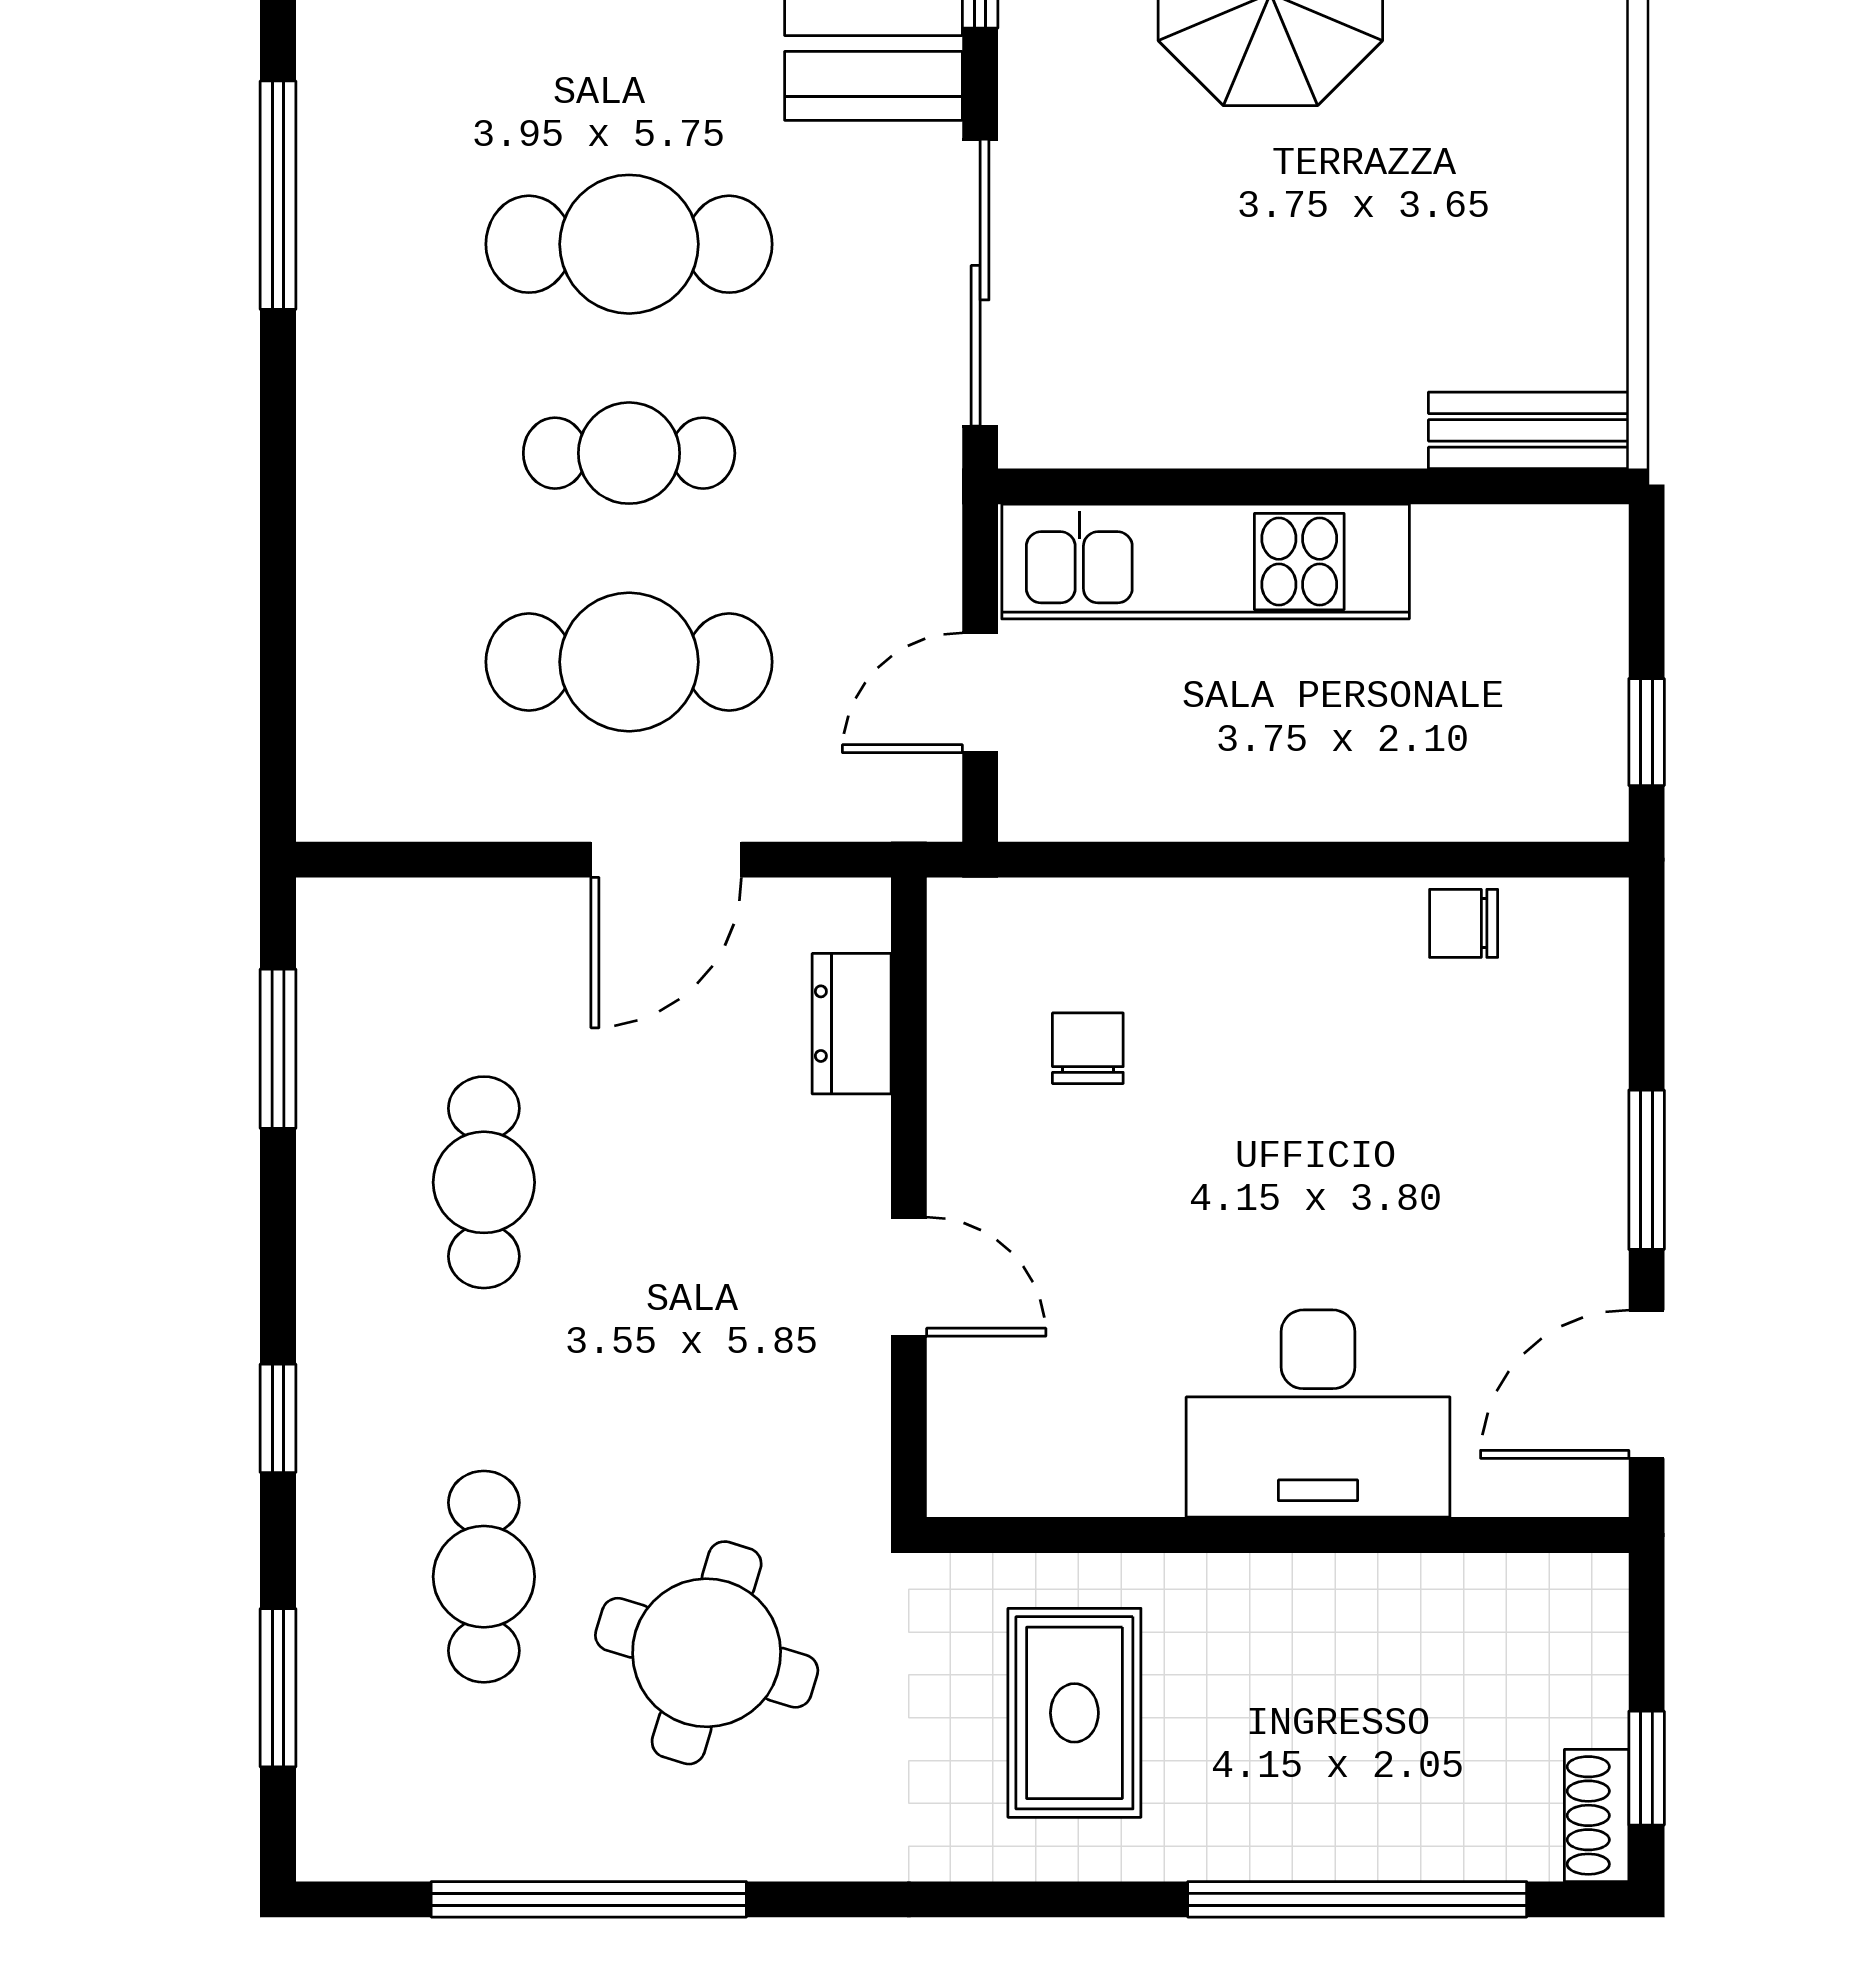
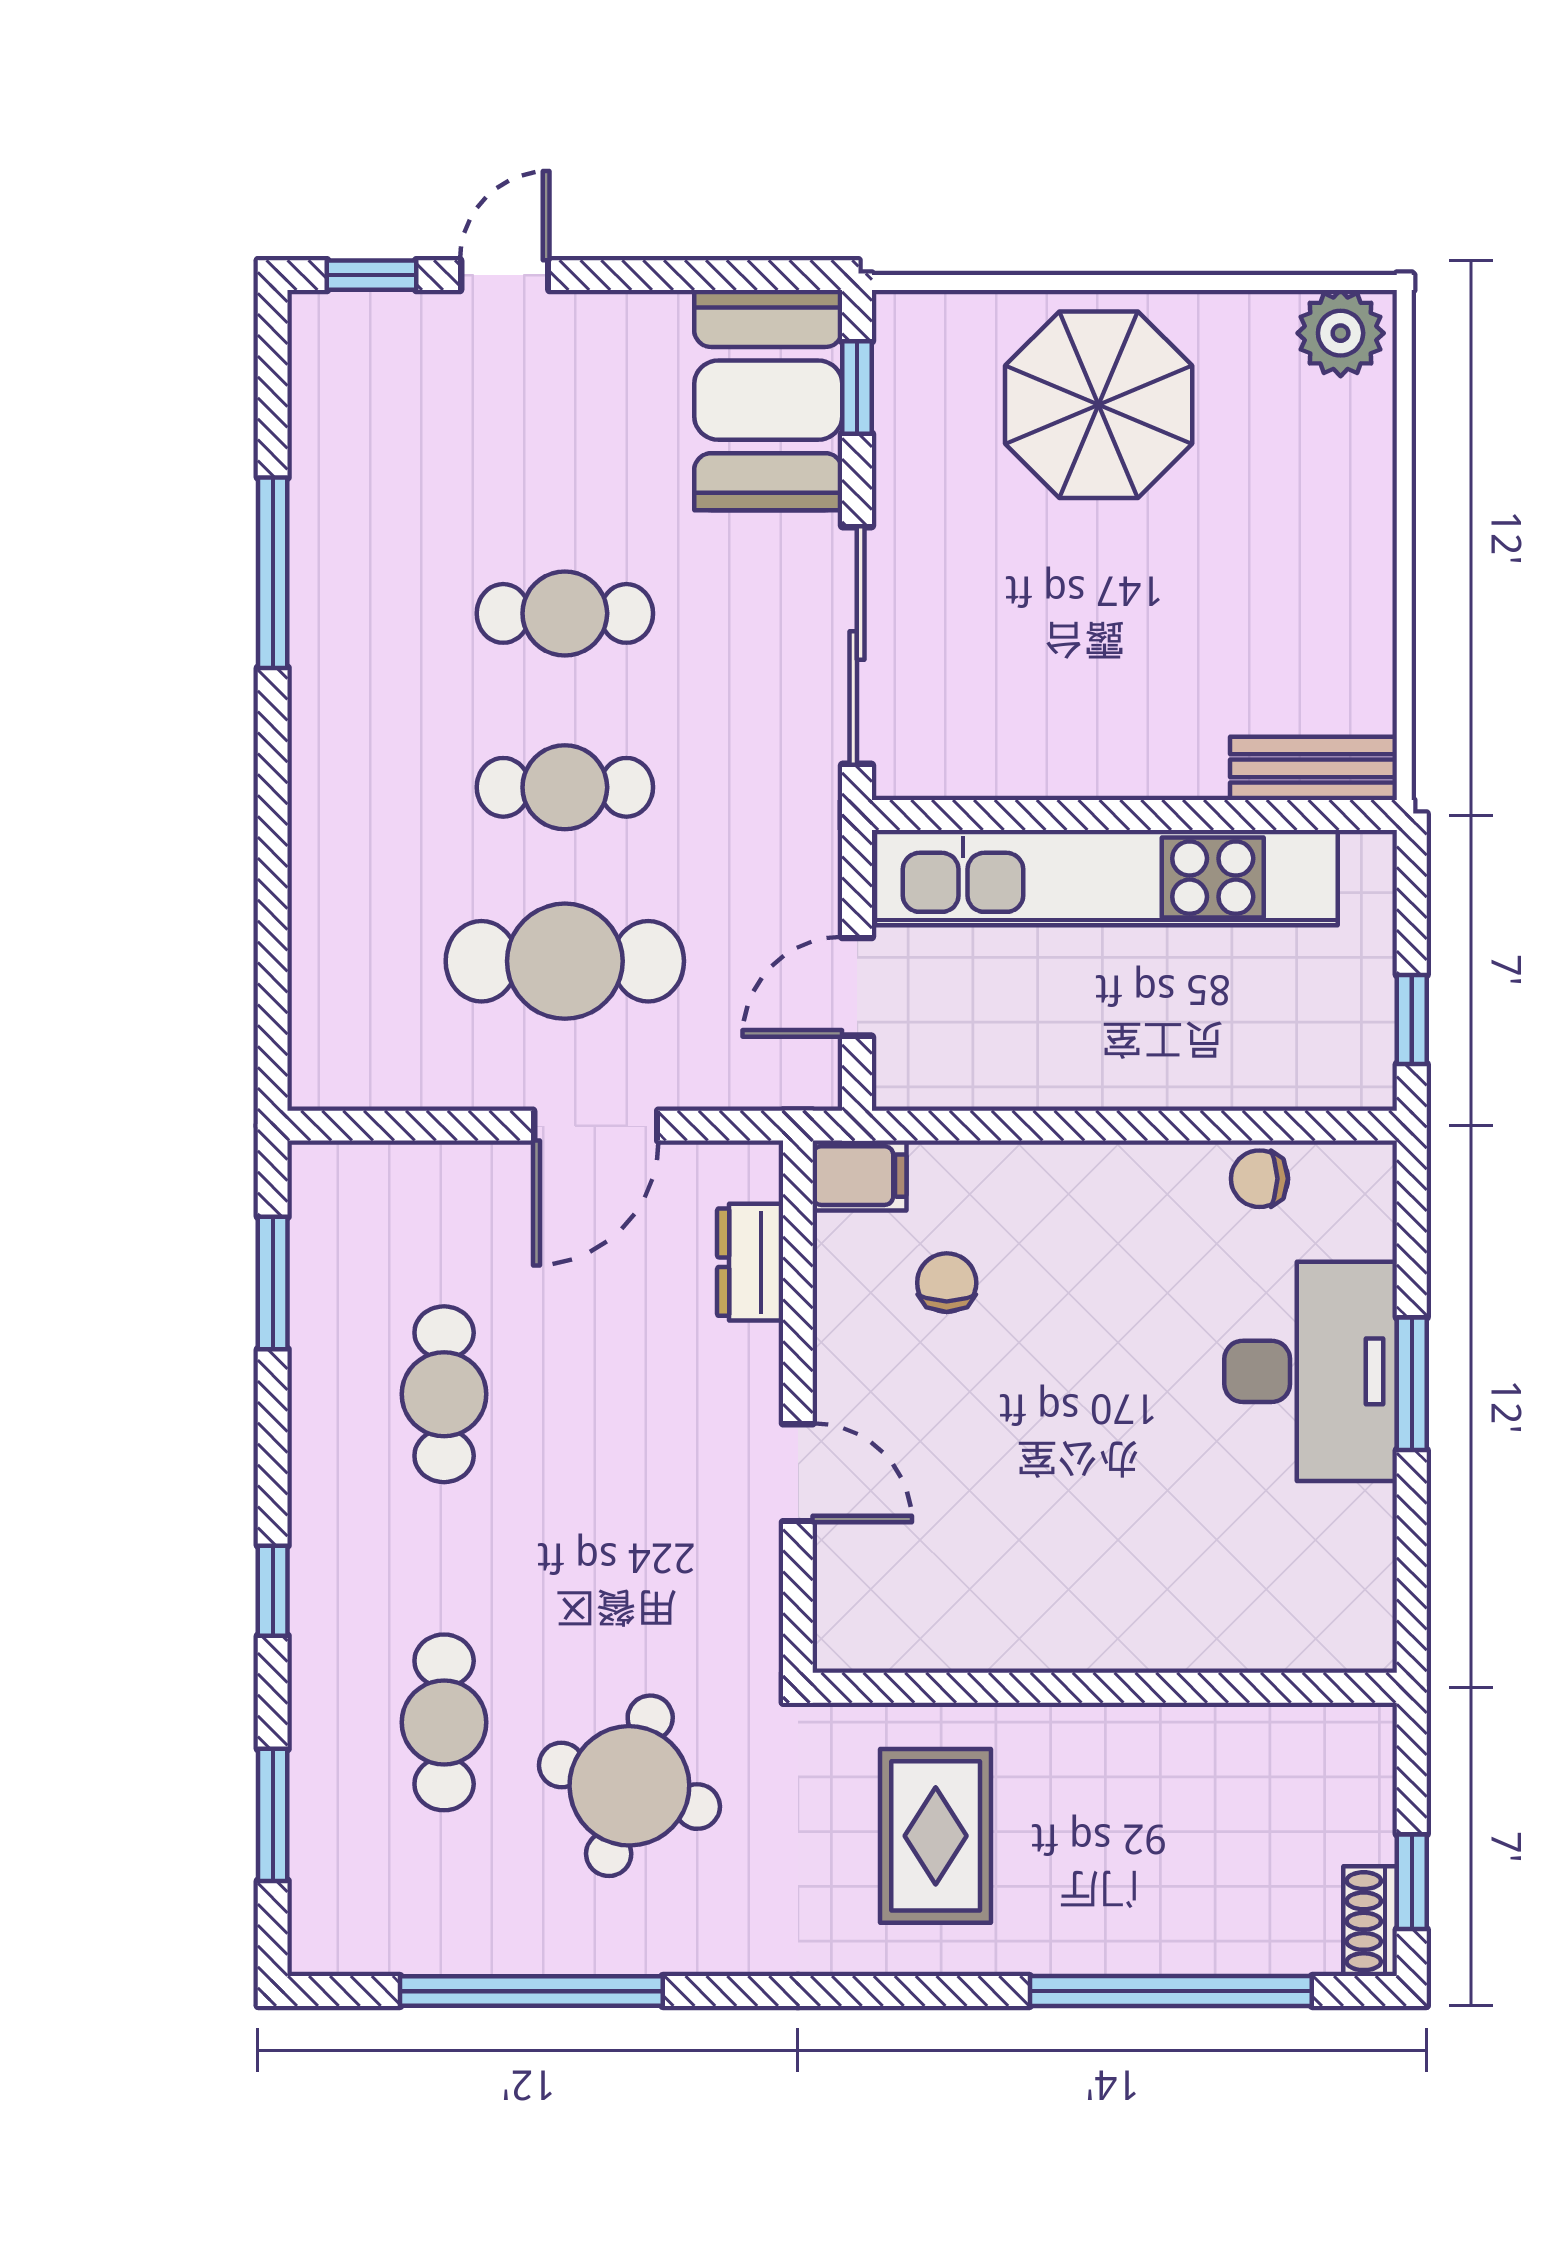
cafe table: (629, 244) -> (565, 613), width x0.73, depth x0.74
kitchen unit: (1206, 562) -> (1106, 878), width x1.36
filing cabinet: (983, 920) -> (859, 1176), added
door: (1647, 1384) -> (1412, 1562), removed
desk: (1318, 1414) -> (1311, 1371), moved, turned -90

